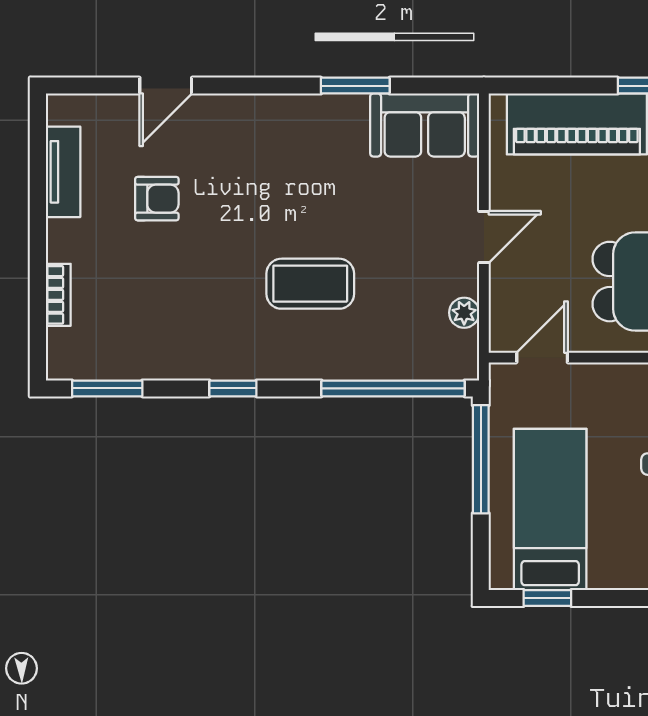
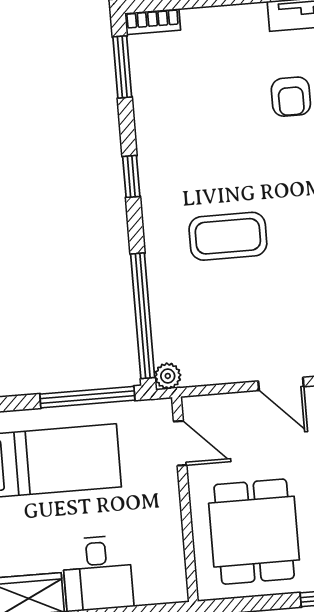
coffee table: (310, 284) -> (228, 236), turned 90
bookcase: (58, 295) -> (153, 22), moved
plant: (464, 313) -> (168, 376), moved

